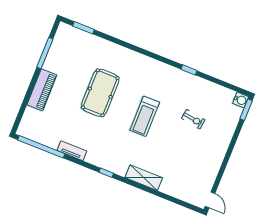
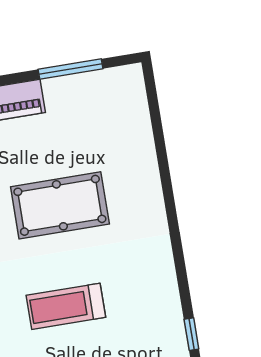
window: (83, 28) -> (154, 109), removed

